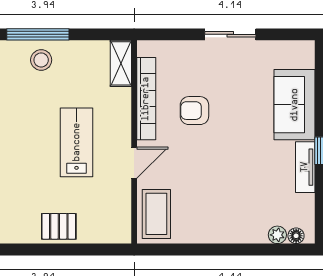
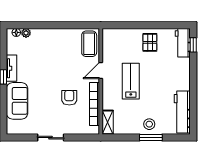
window: (38, 34) -> (151, 138), width x0.69
armchair: (194, 111) -> (69, 98), turned -90
lab bench: (77, 142) -> (131, 81), turned 180
pallet: (59, 226) -> (150, 42), moved, turned 90

